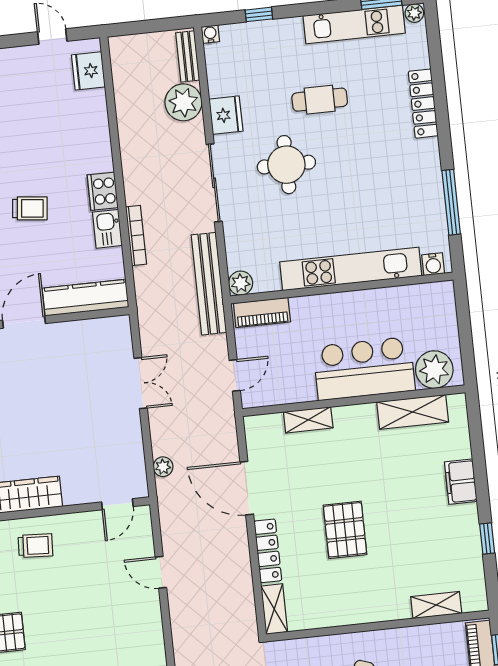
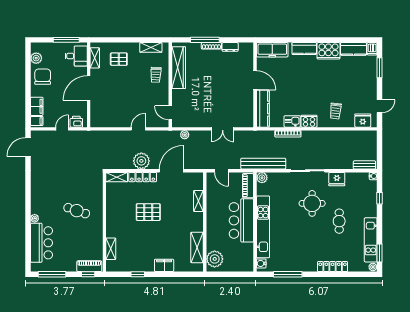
plant: (183, 102) -> (141, 161), moved
trolley: (30, 208) -> (335, 111), moved
bar counter: (364, 369) -> (241, 220), moved, turned 180

